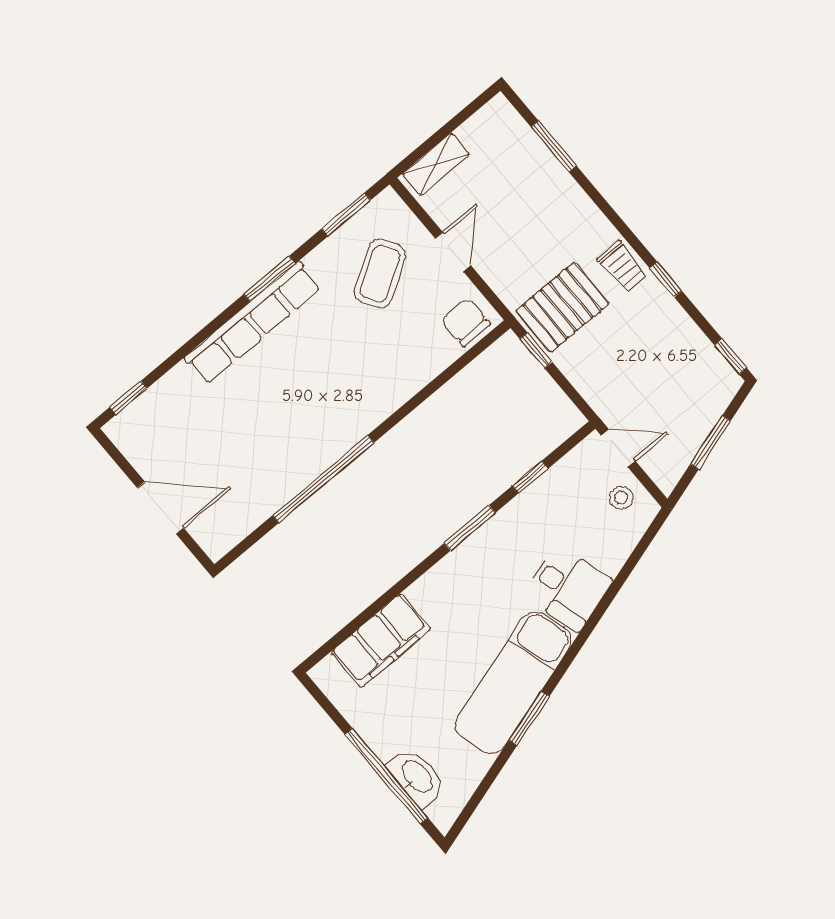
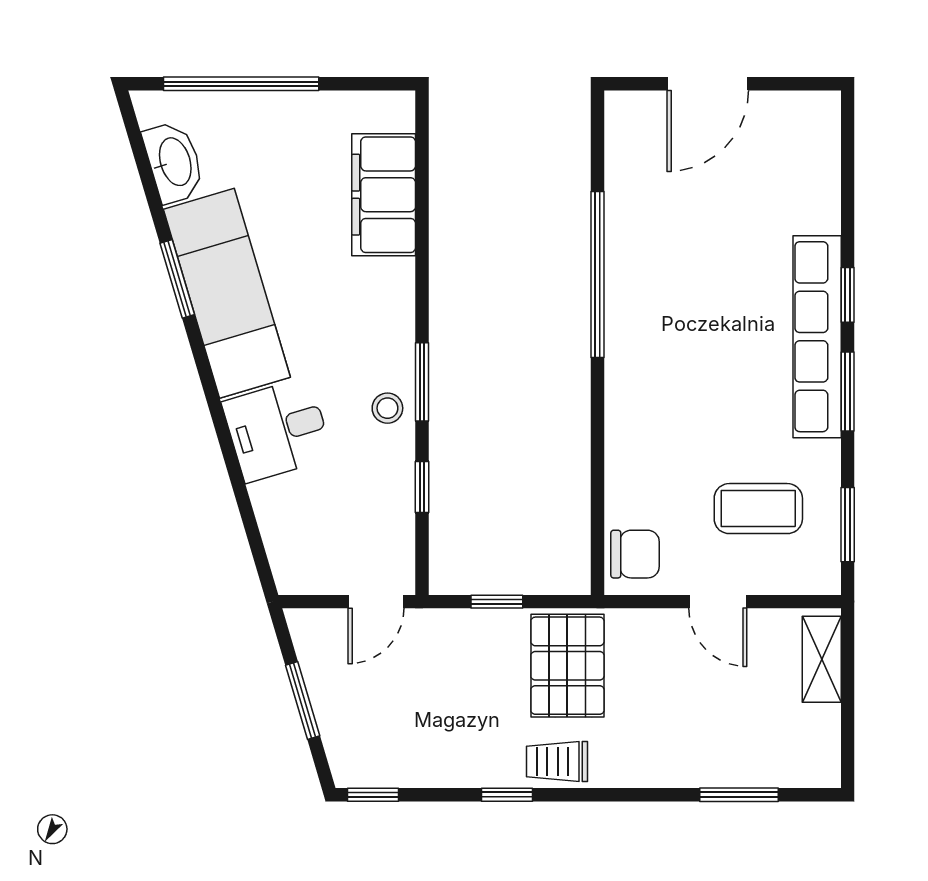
coffee table: (380, 274) -> (758, 509), turned -59
window: (536, 350) -> (497, 602), moved
window: (128, 398) -> (848, 295), moved
stool: (621, 498) -> (387, 408), moved
washbasin: (417, 777) -> (174, 162), moved, turned -107

